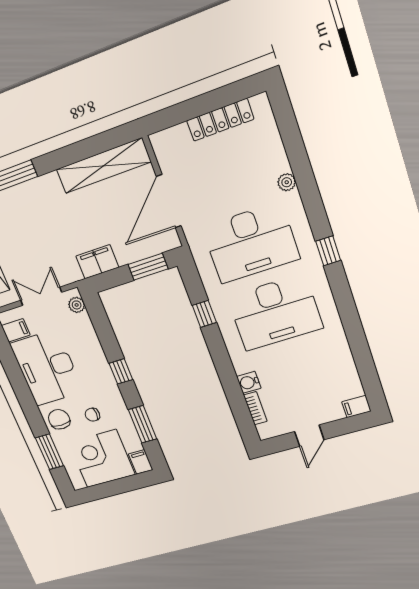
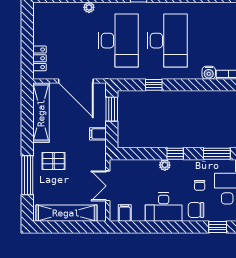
locker: (220, 120) -> (39, 58), moved, width x0.66
pallet: (43, 209) -> (53, 161), added
filing cabinet: (97, 262) -> (98, 134), width x0.50
plant: (77, 305) -> (165, 165), moved
desk: (47, 368) -> (164, 207), width x0.73, depth x0.77
window: (49, 452) -> (218, 227), width x0.67

